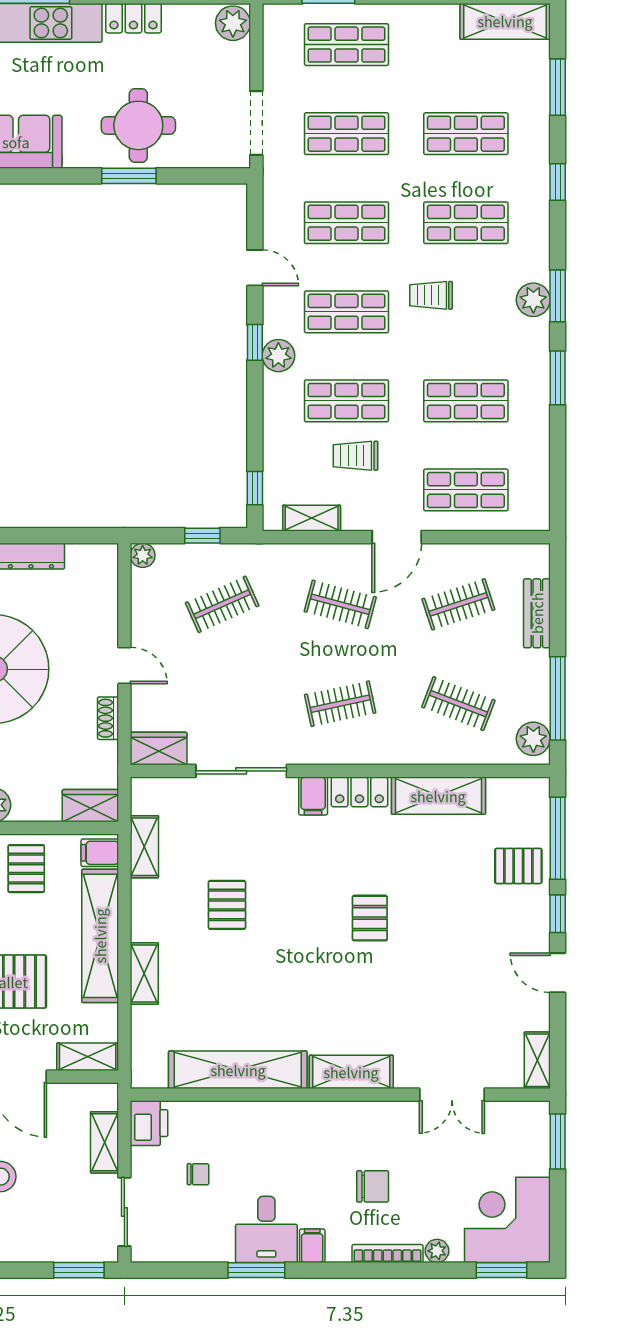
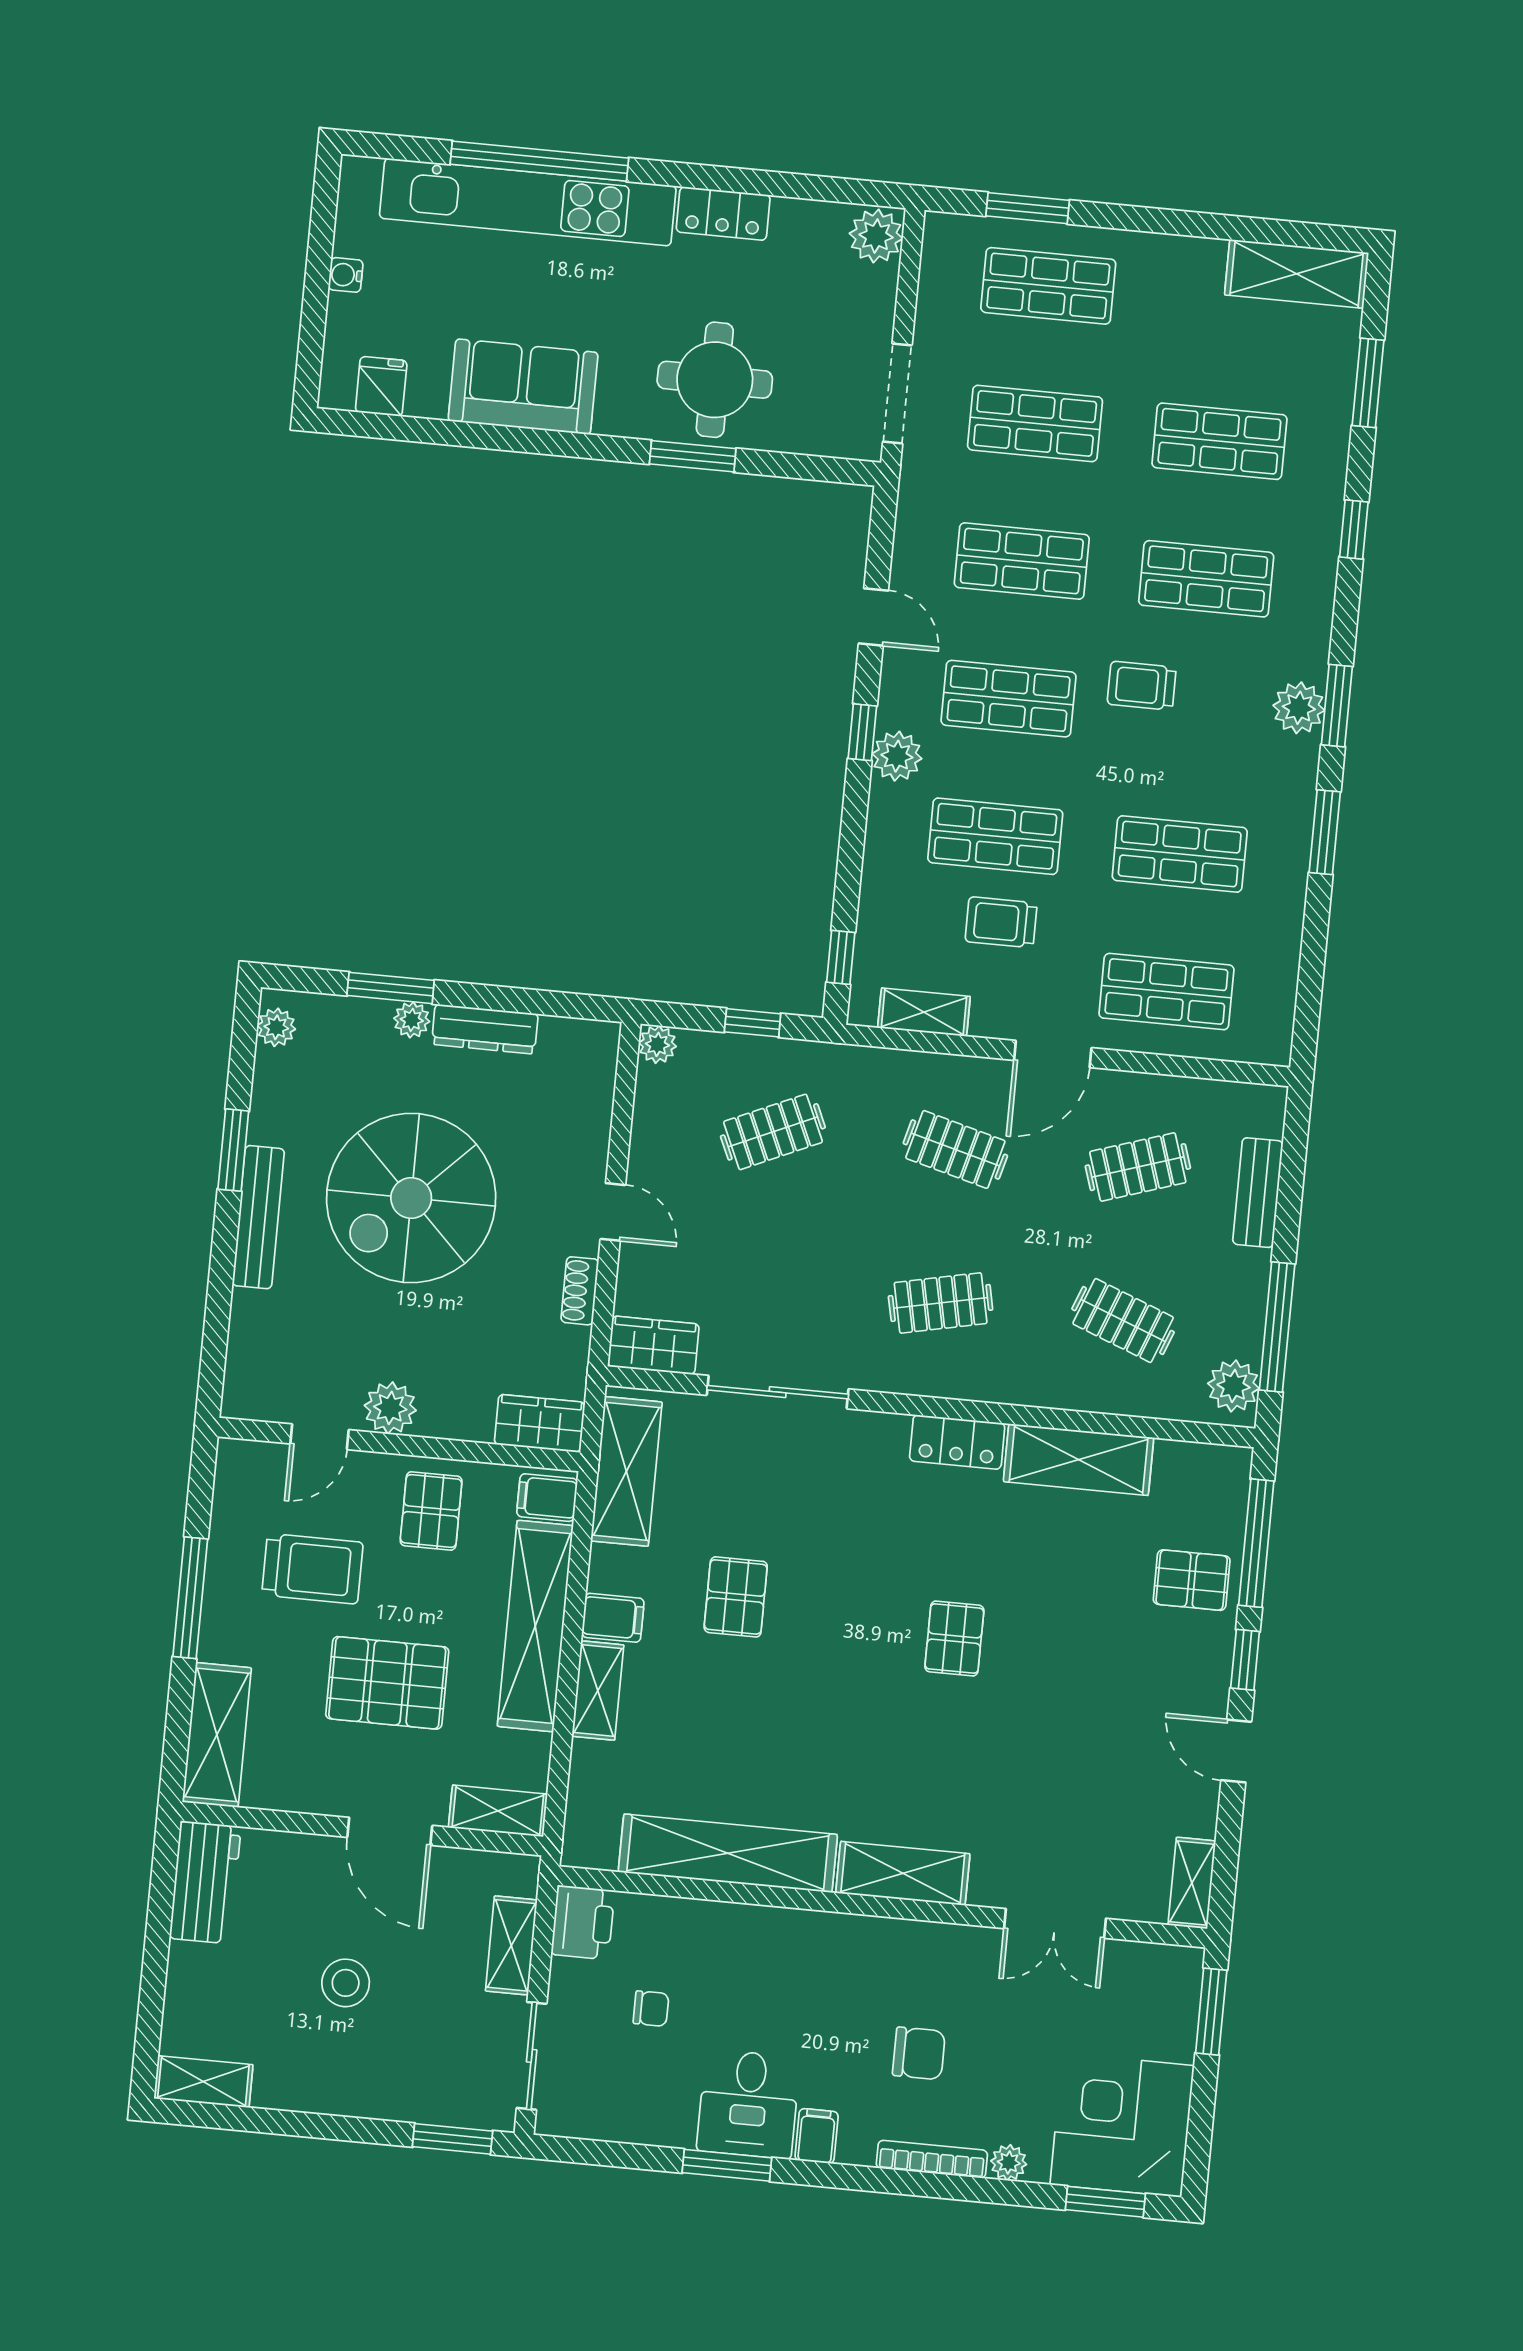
filing cabinet: (313, 796) -> (613, 1618), moved, turned -90
shelving: (144, 847) -> (626, 1471), width x1.50, depth x1.33

